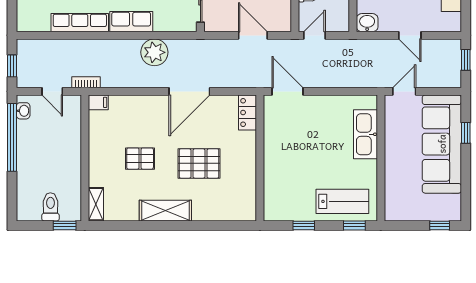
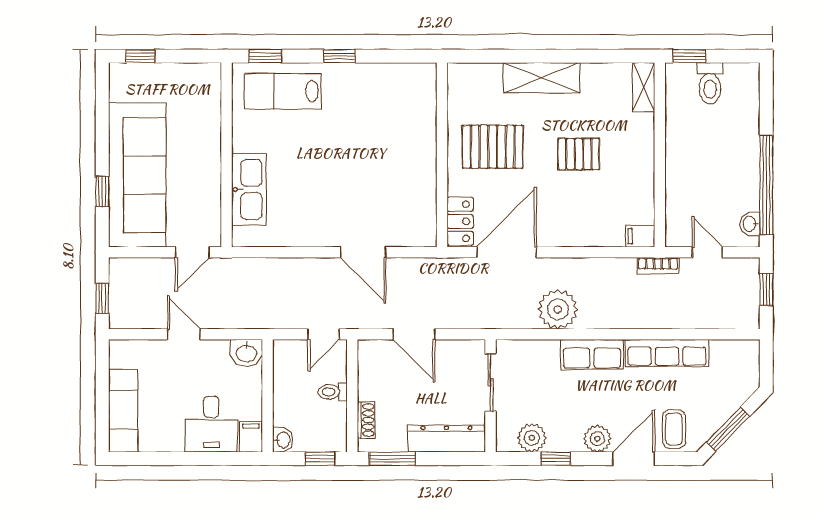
locker: (248, 113) -> (460, 221), moved
wall: (260, 158) -> (442, 155), moved

